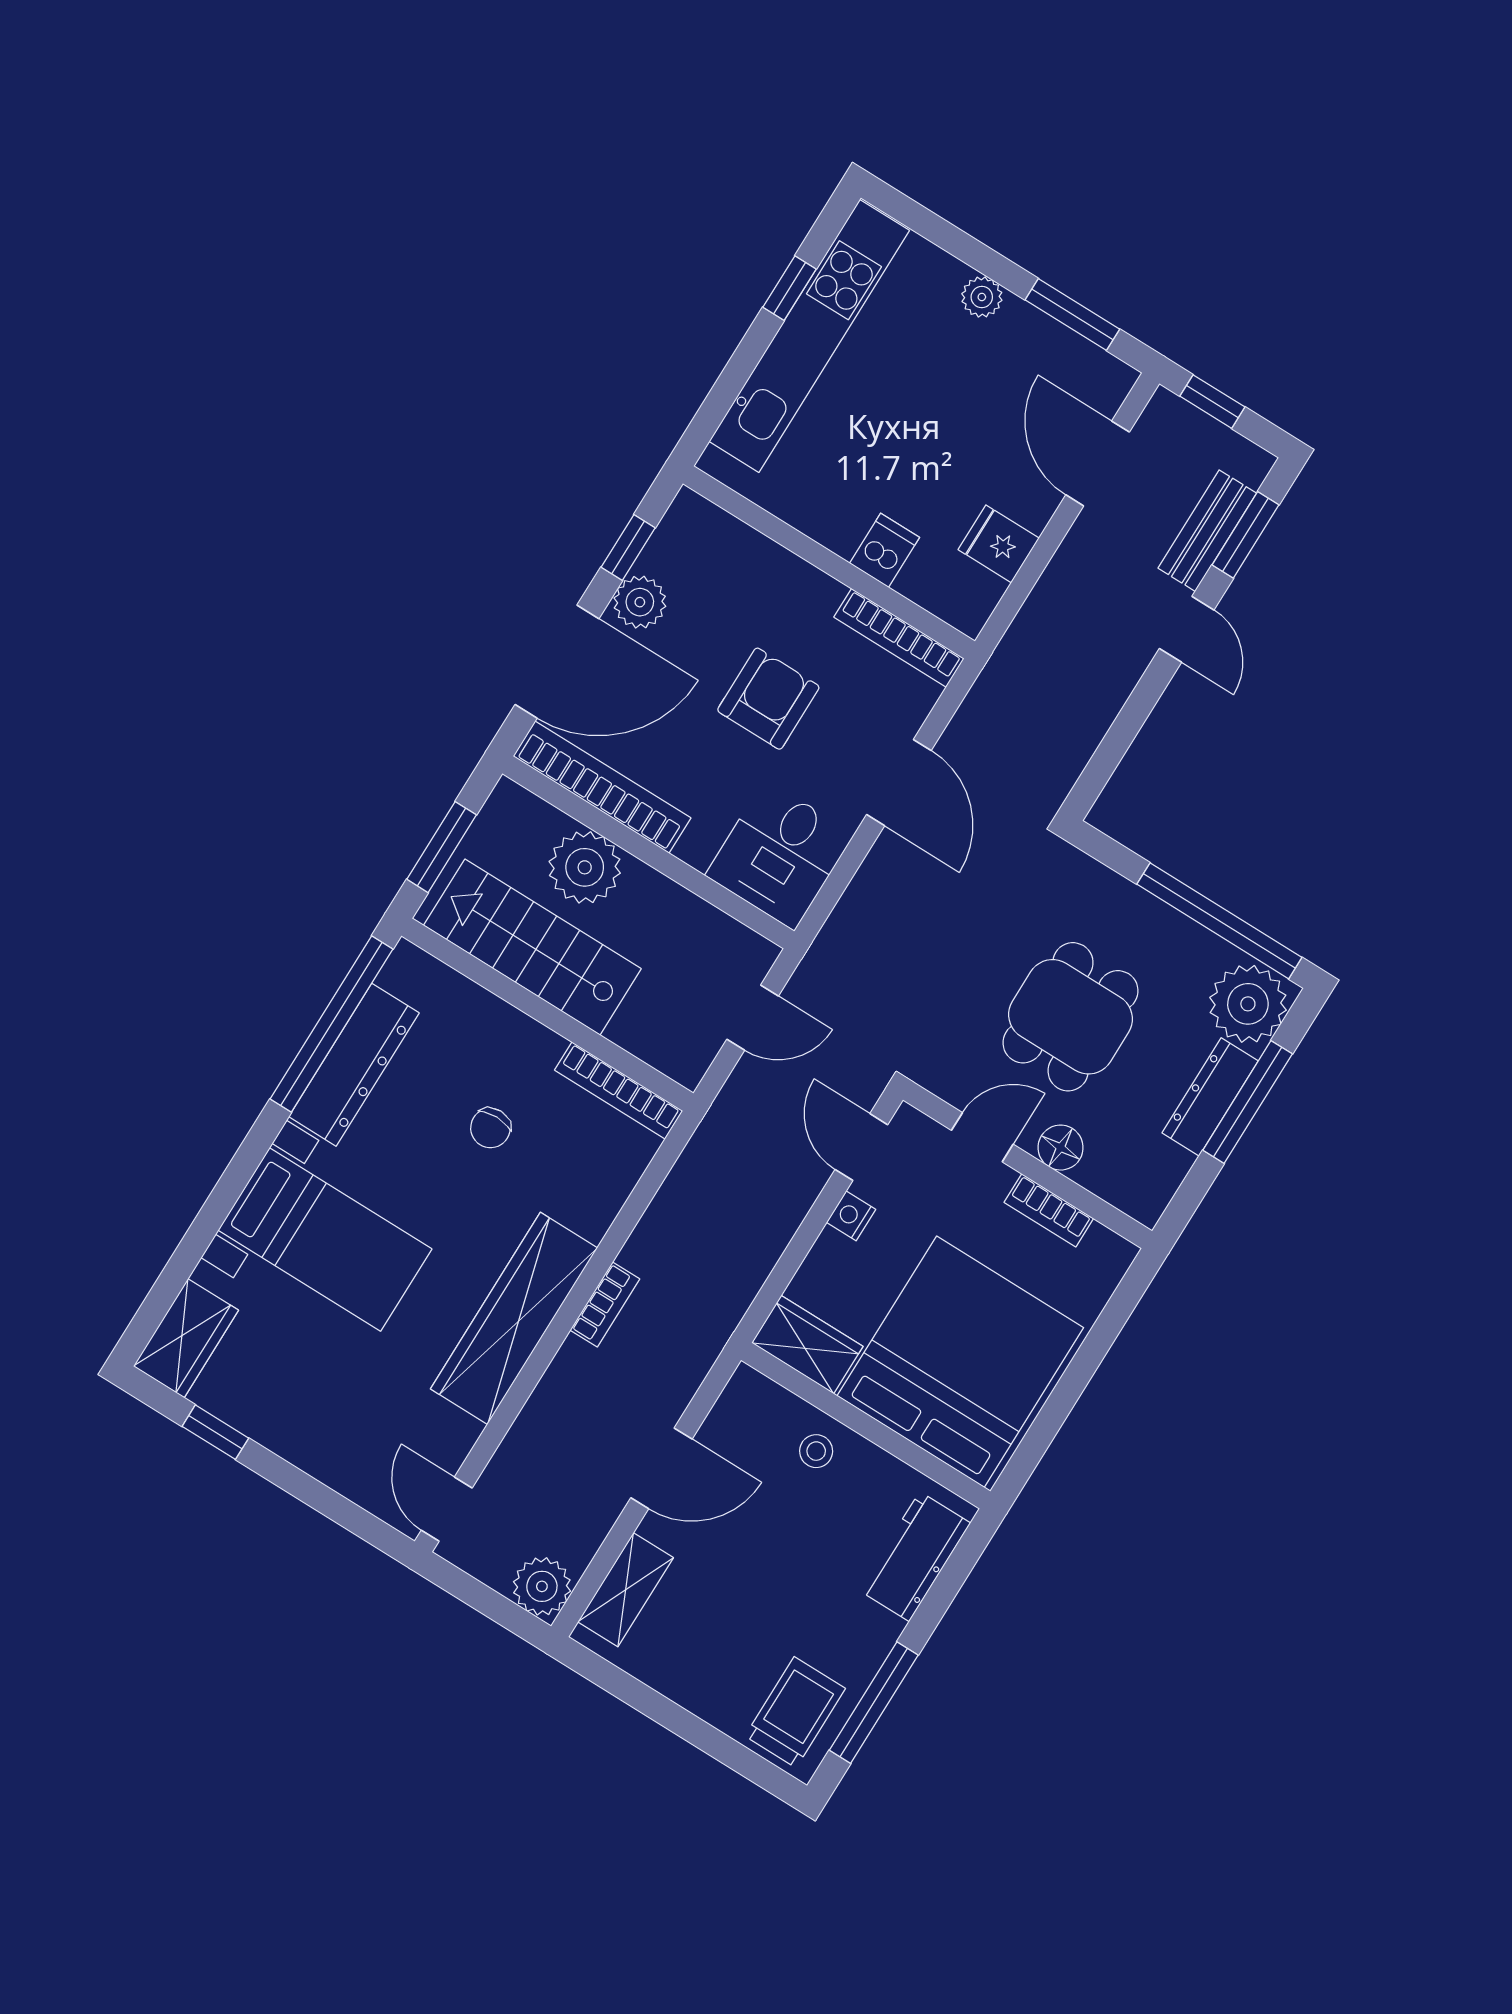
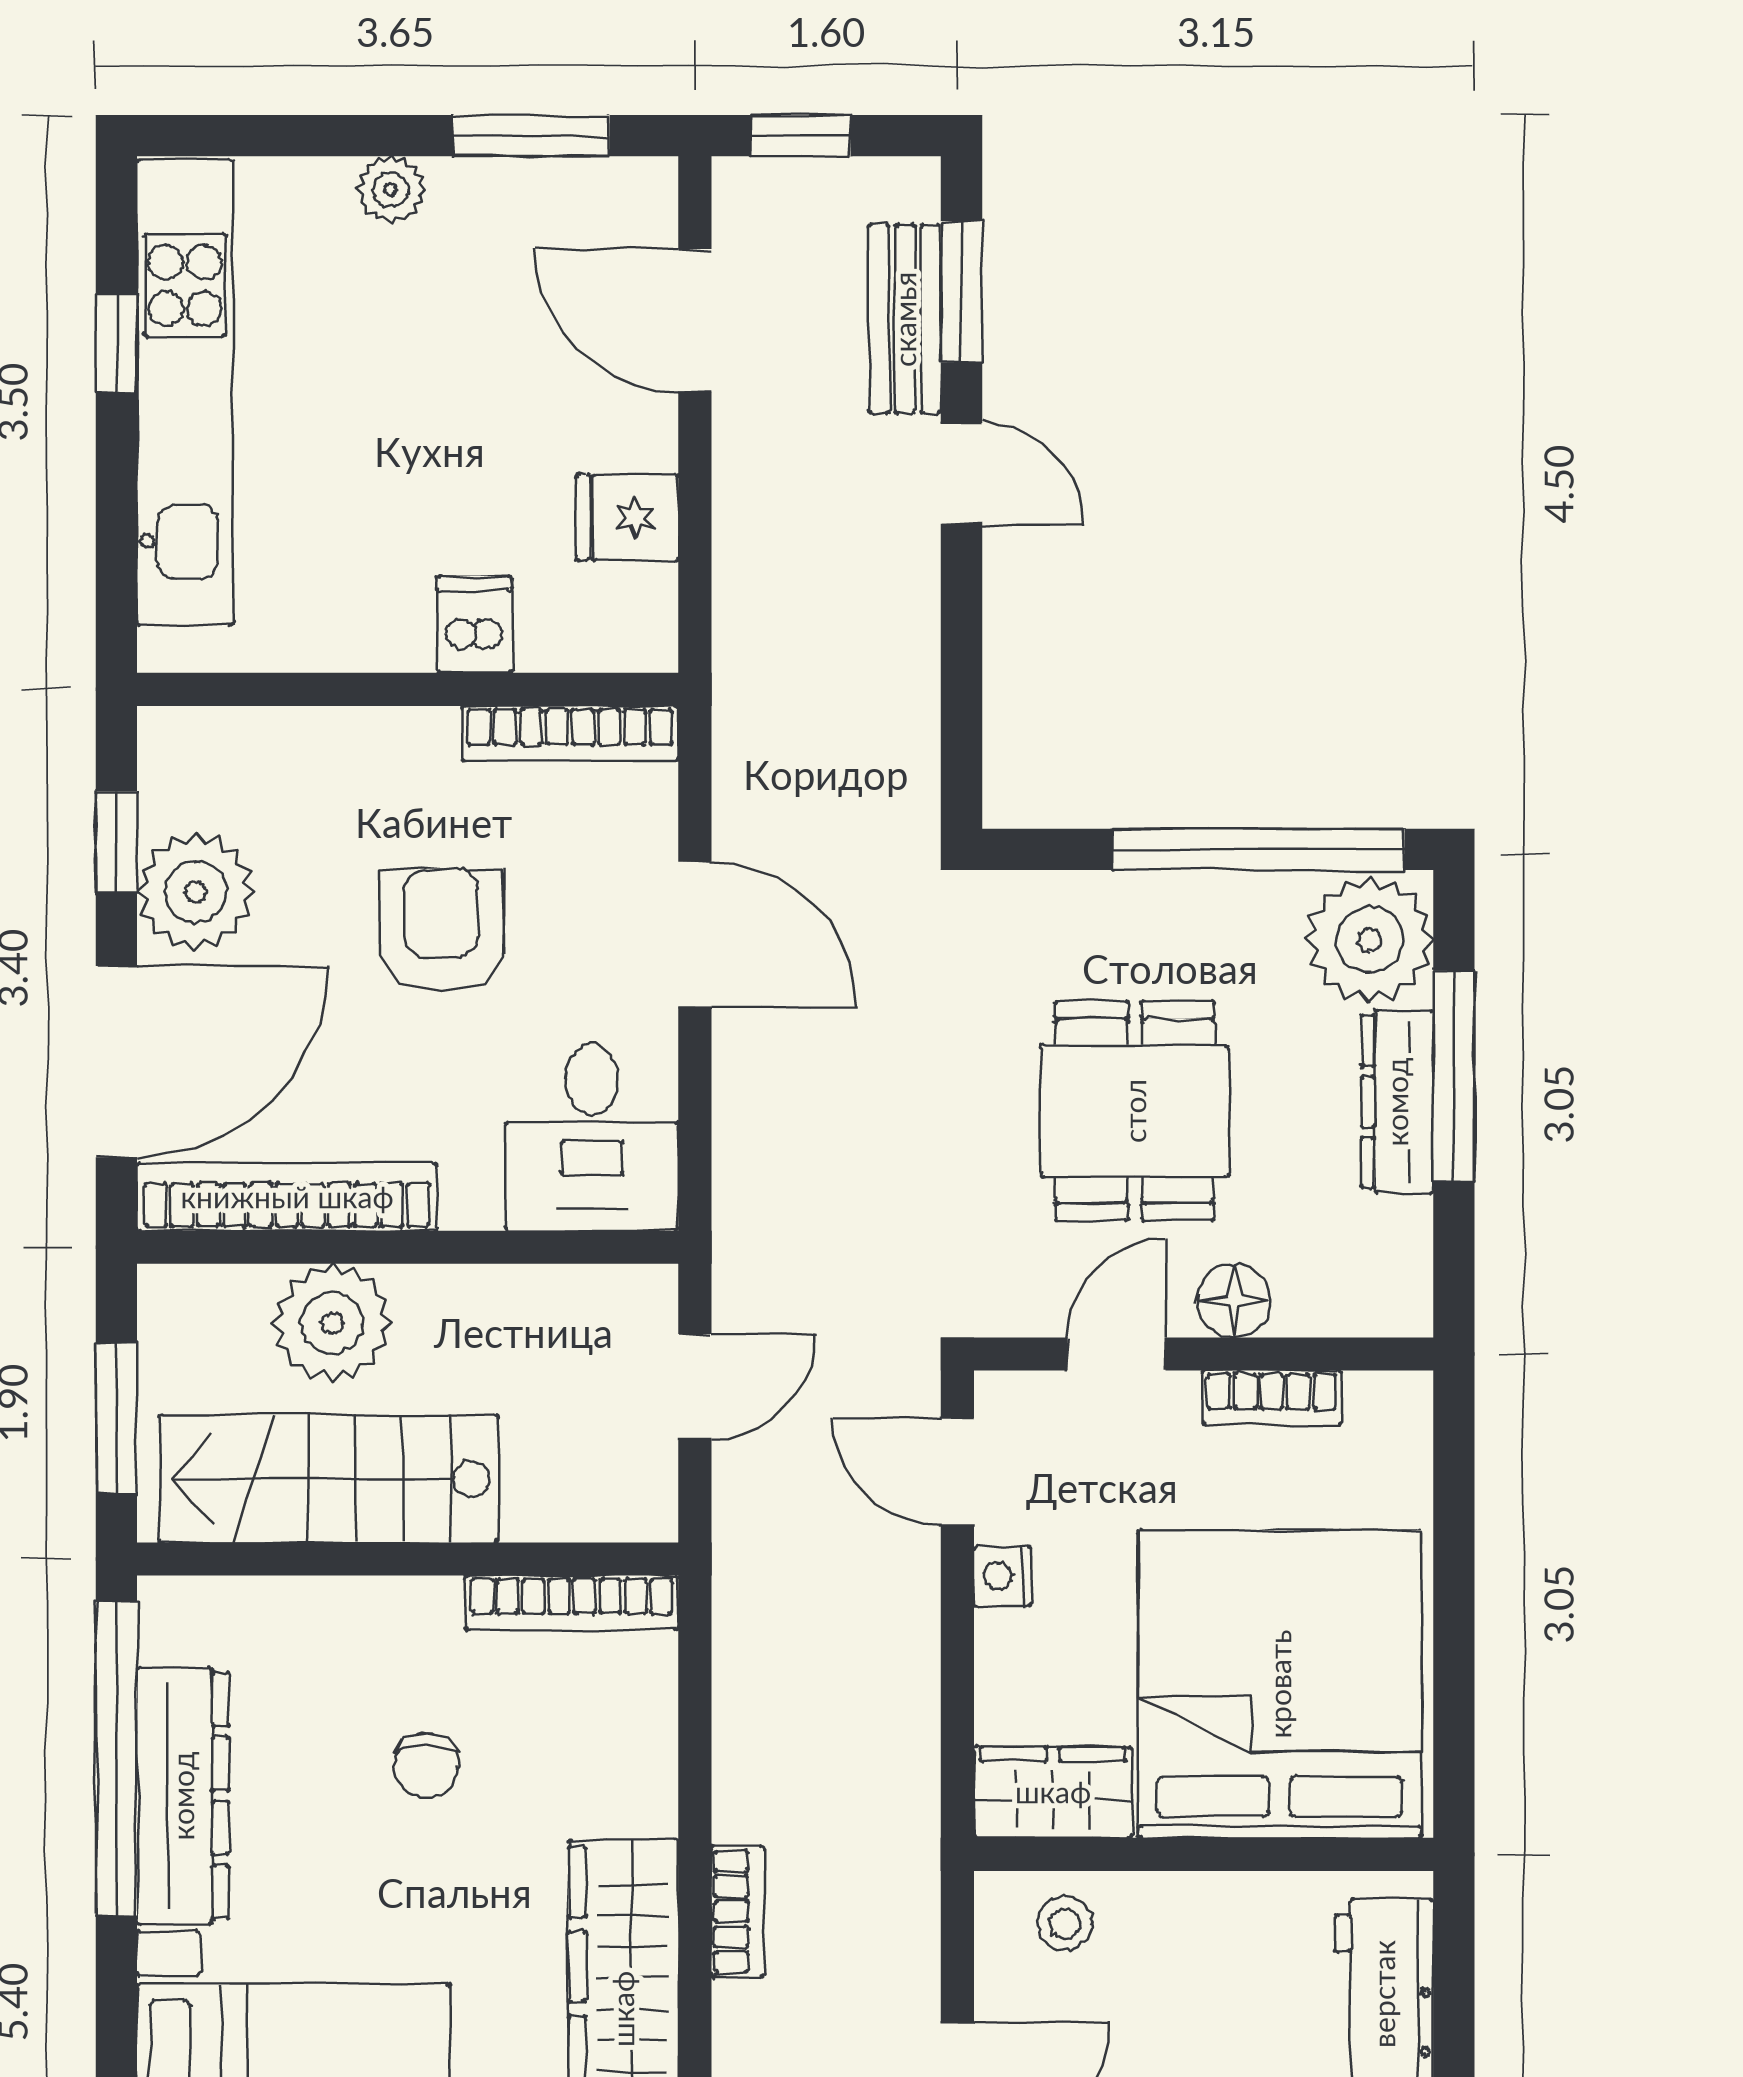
plant: (640, 602) -> (196, 892), width x1.36, depth x1.36
stool: (816, 1451) -> (1065, 1923), moved

